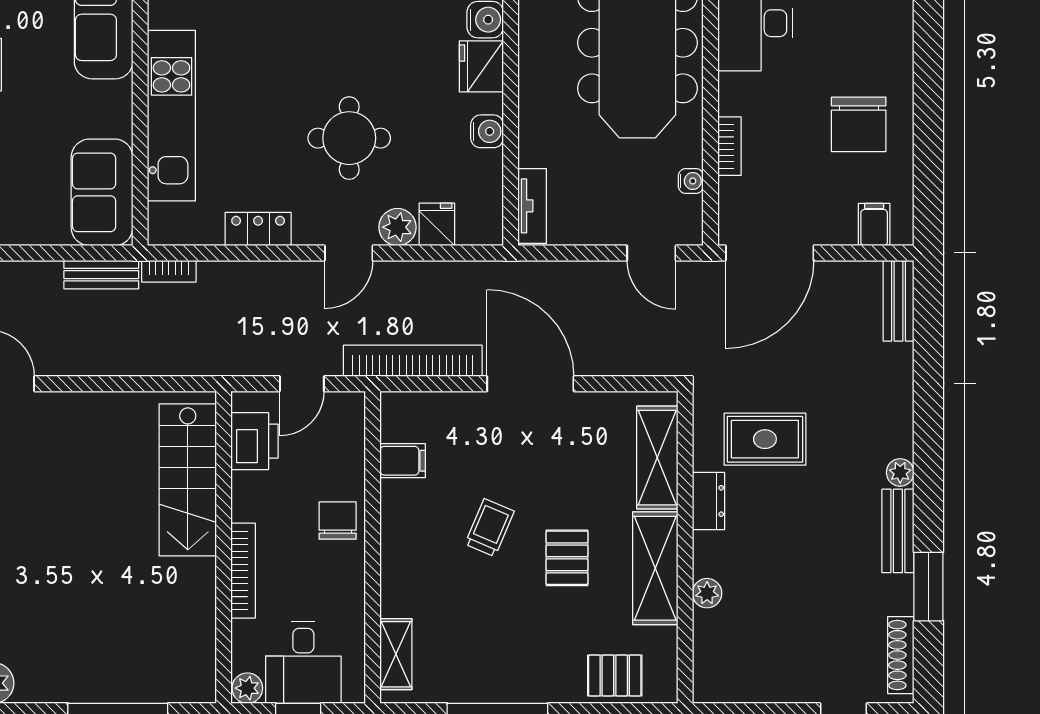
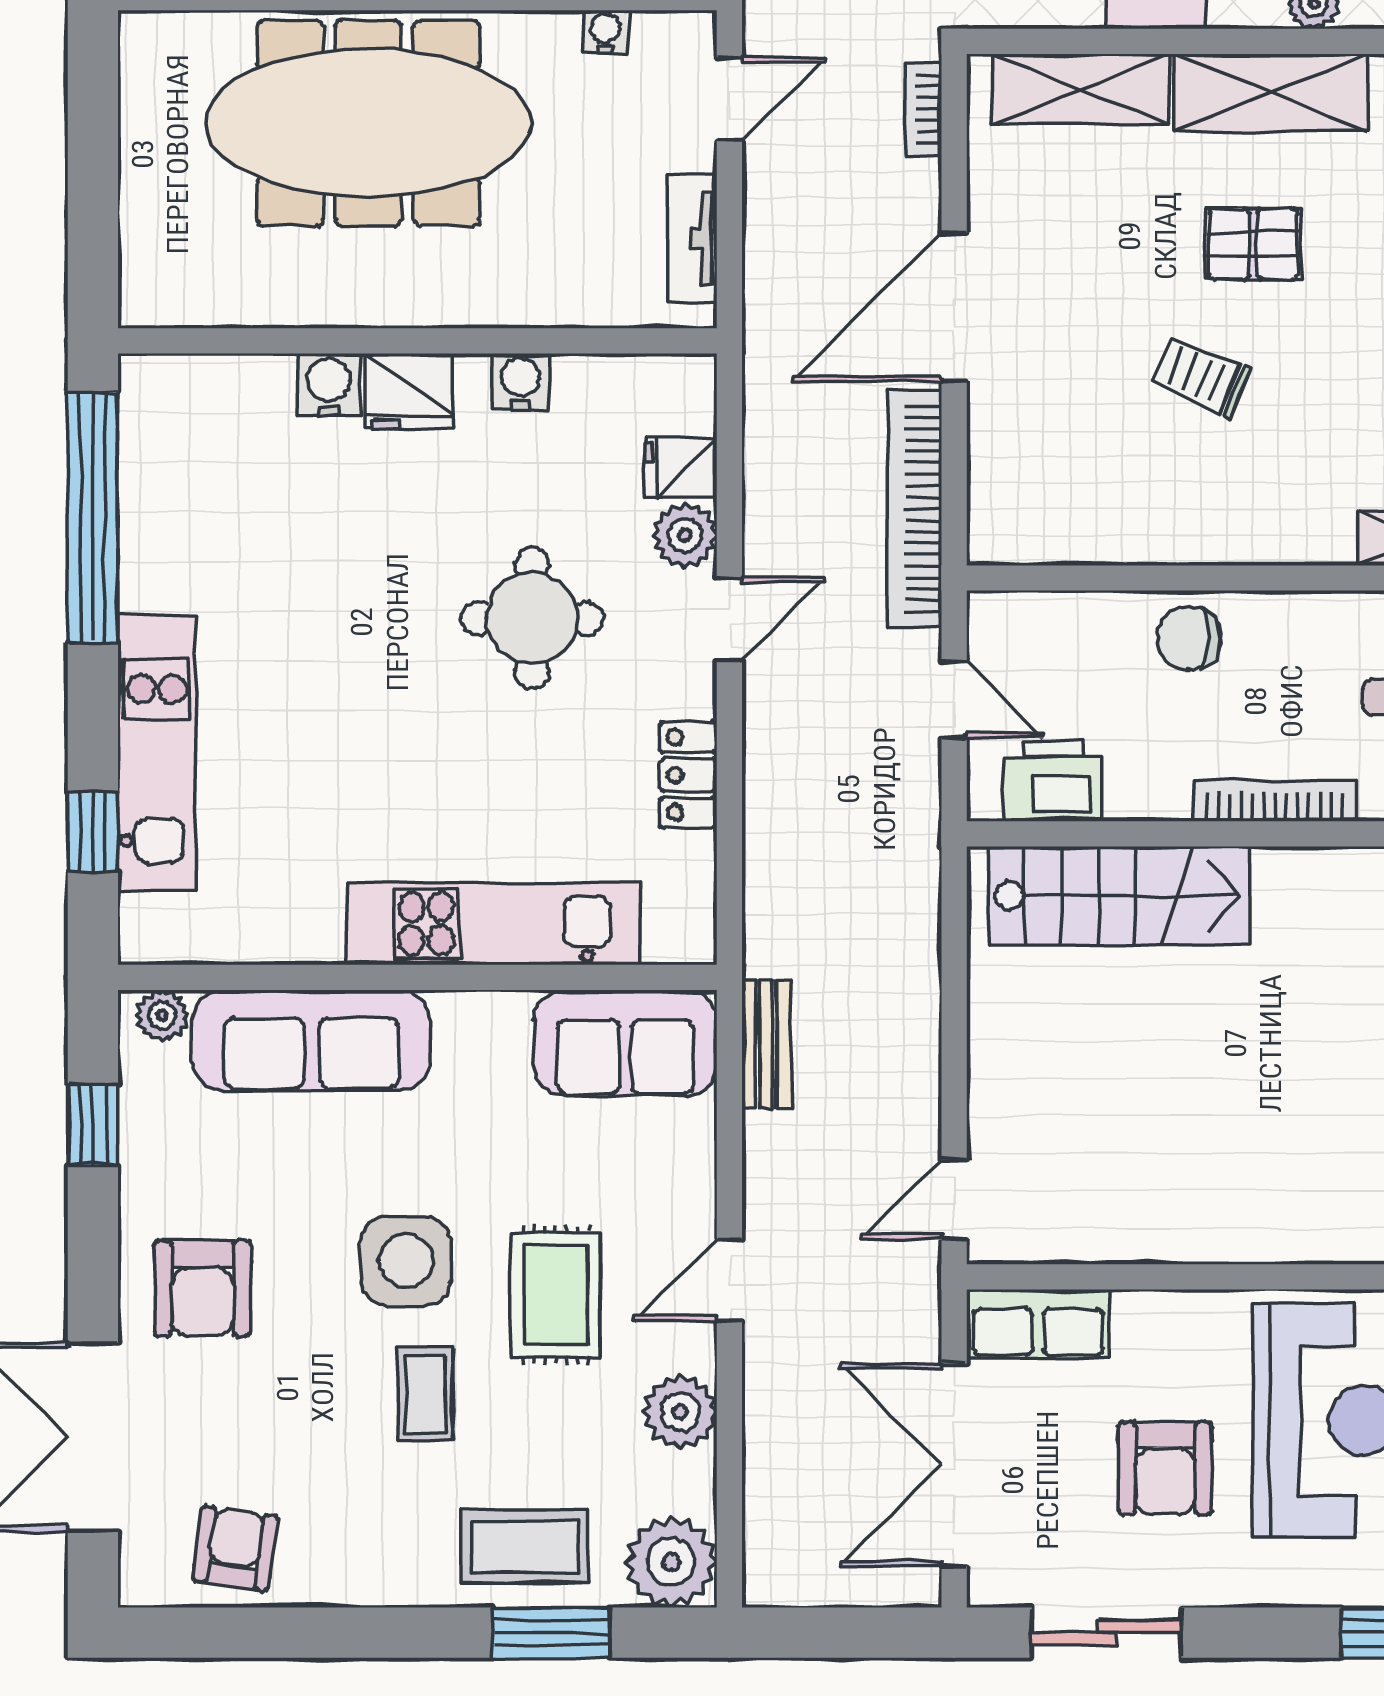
tv unit: (532, 206) -> (692, 238), moved, turned -90
door: (349, 253) -> (729, 619), hinge flipped
bookcase: (169, 271) -> (923, 109), moved, turned 180
filing cabinet: (403, 461) -> (1086, 527), removed

